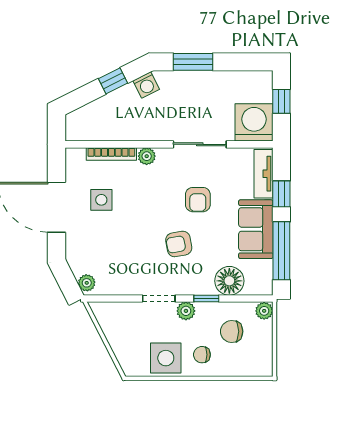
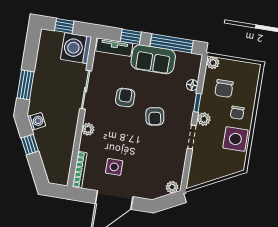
bookcase: (111, 154) -> (80, 170), moved
armchair: (198, 200) -> (125, 97), turned -90
floor lamp: (229, 281) -> (192, 85), width x0.53, depth x0.53

